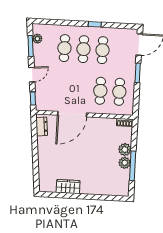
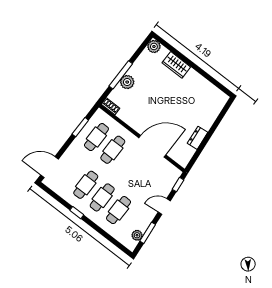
window: (138, 73) -> (80, 127), moved
dresser: (42, 127) -> (198, 138), moved
plant: (125, 163) -> (154, 46), moved
window: (133, 166) -> (121, 75), moved
wardrobe: (68, 187) -> (176, 65), moved

